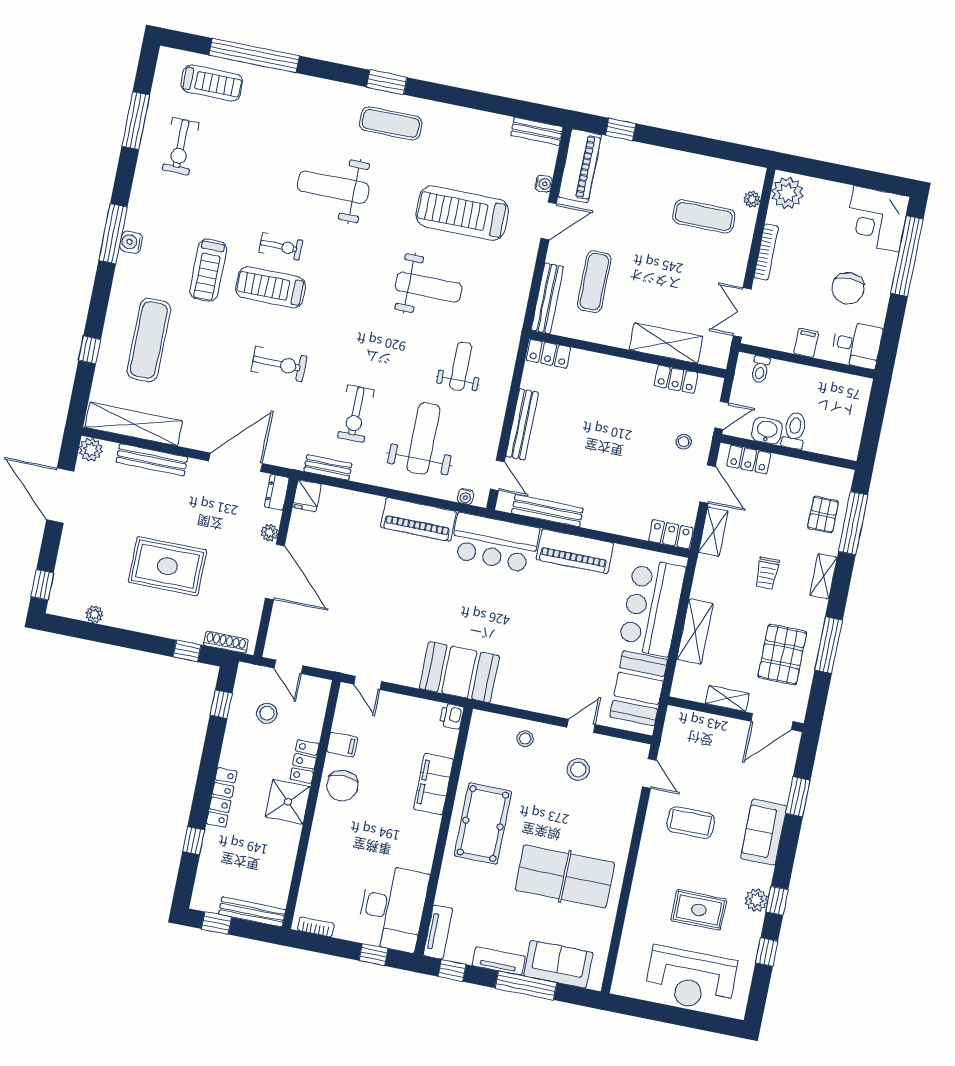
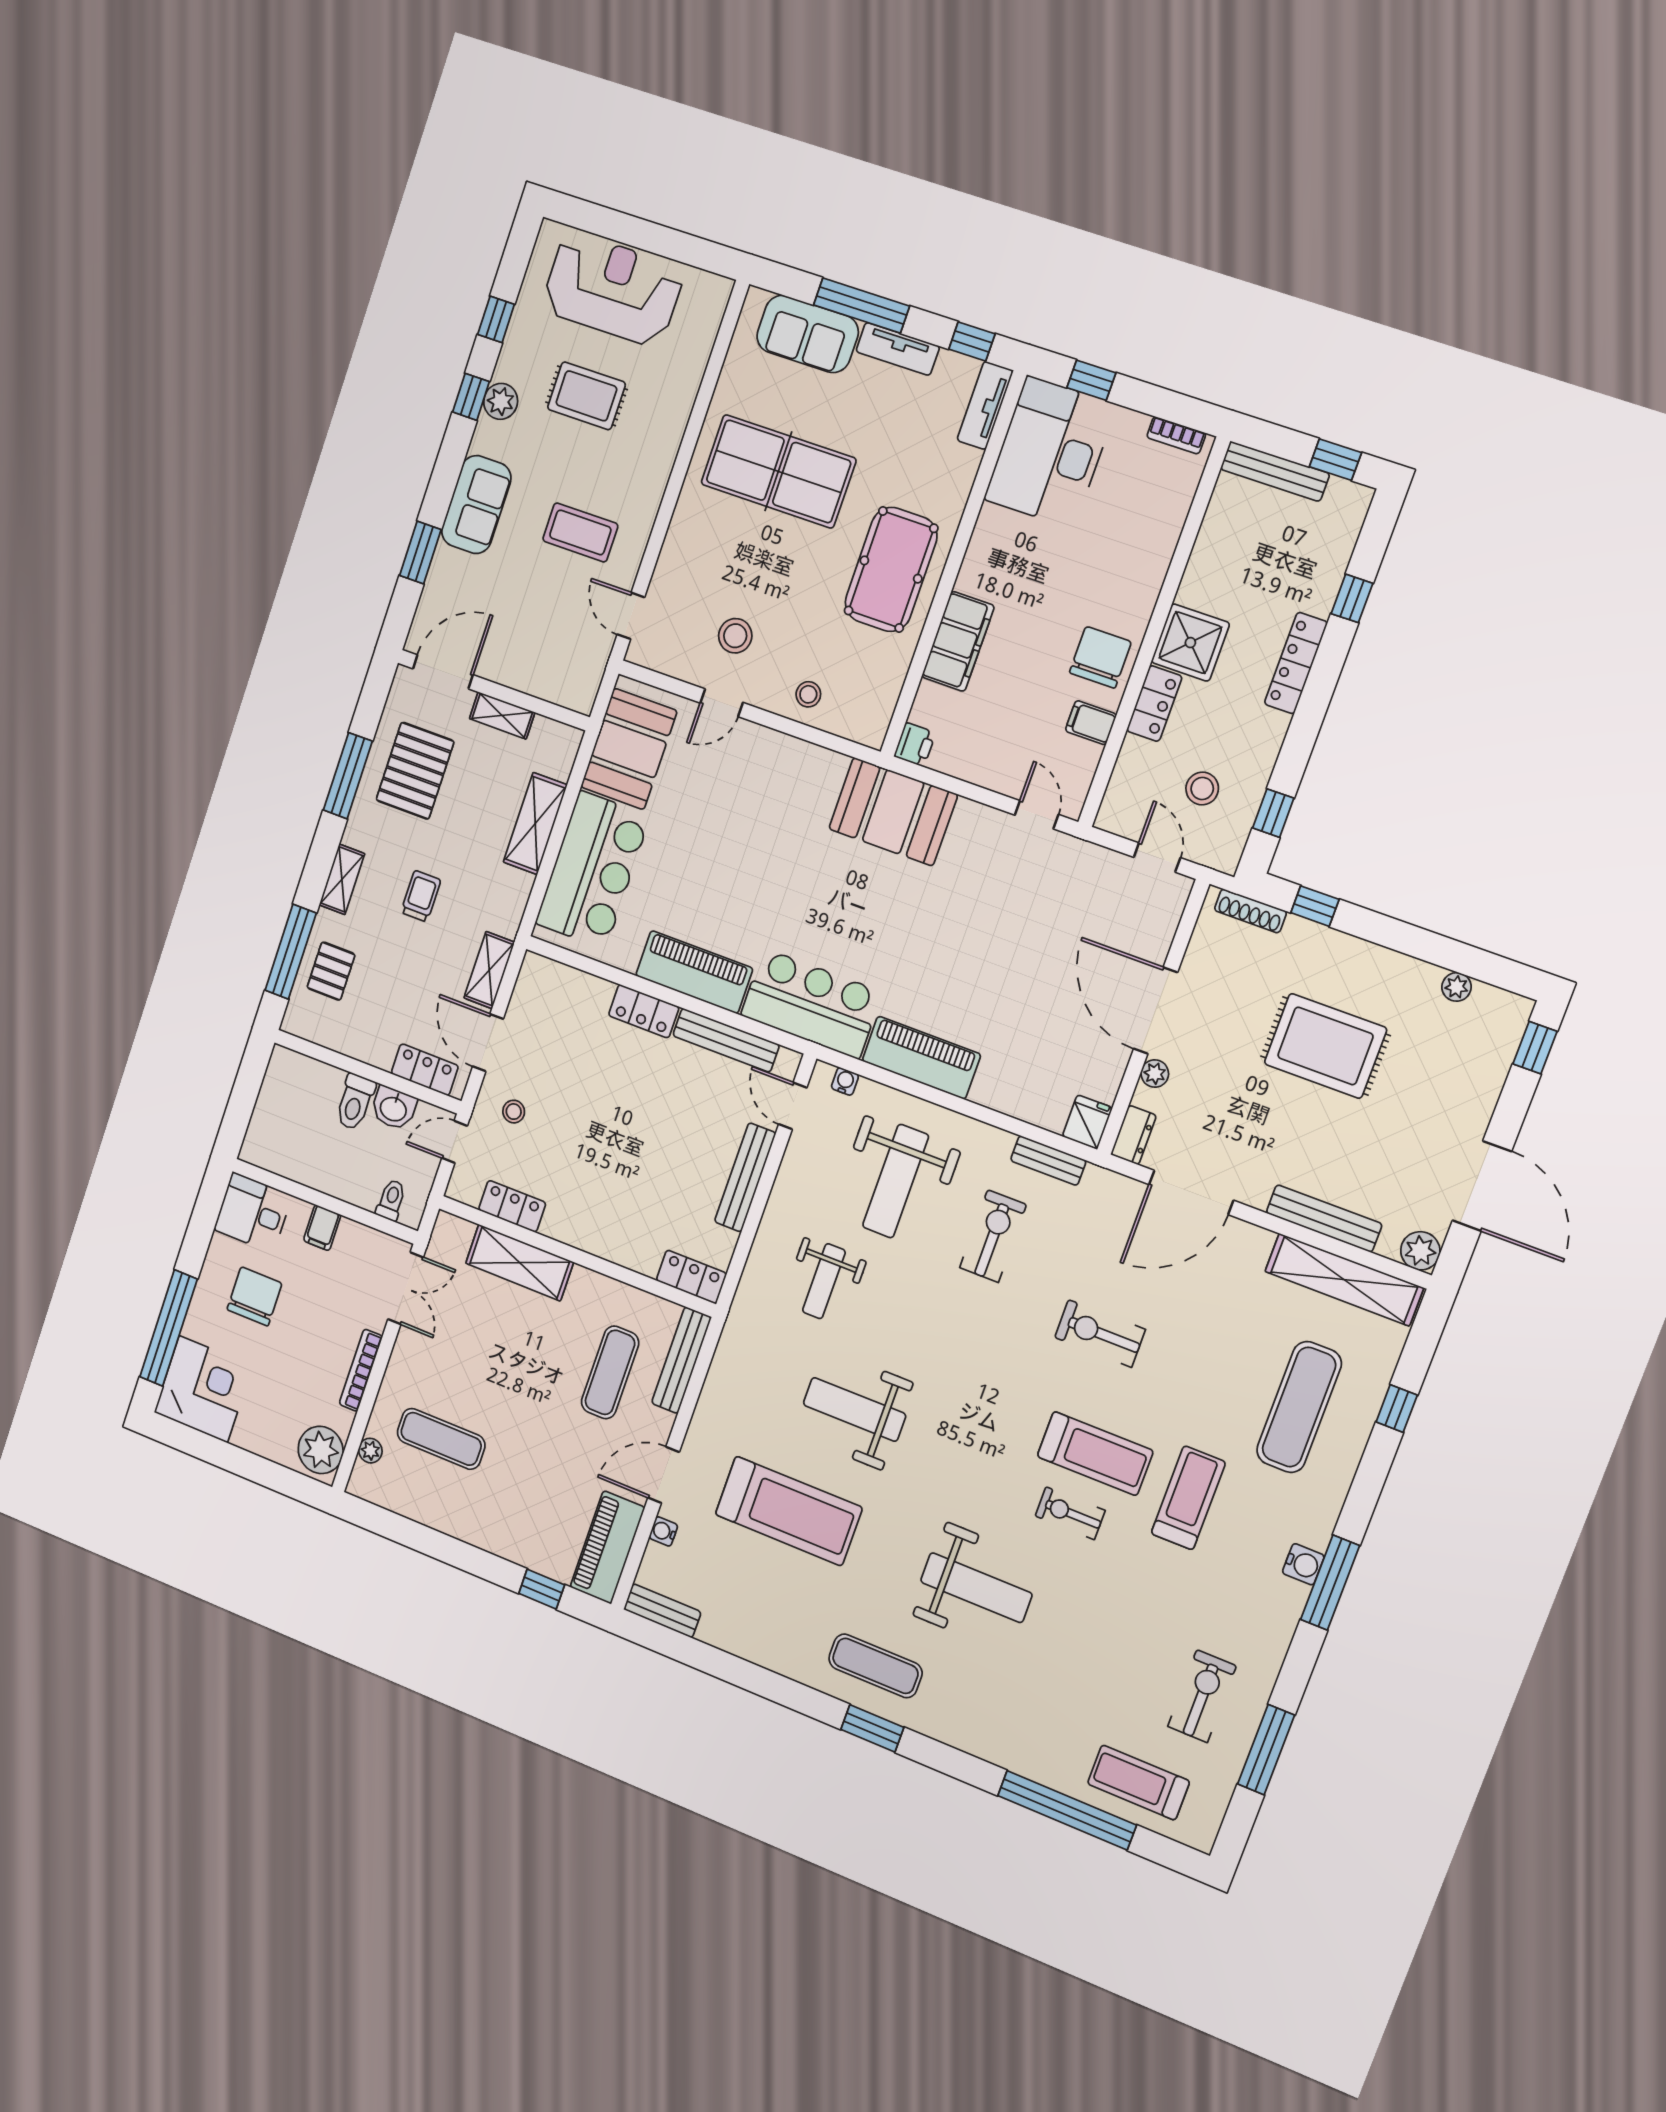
locker: (671, 534) -> (644, 1011), moved

